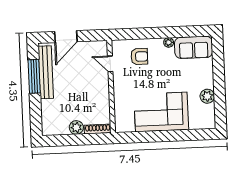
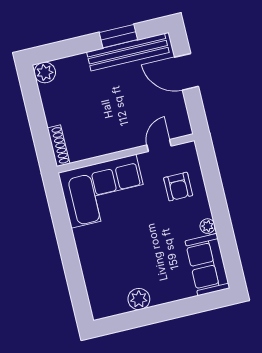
window: (34, 76) -> (118, 36), width x0.69
corner sofa: (161, 112) -> (104, 191), moved, turned 90
plant: (76, 127) -> (45, 73), moved

